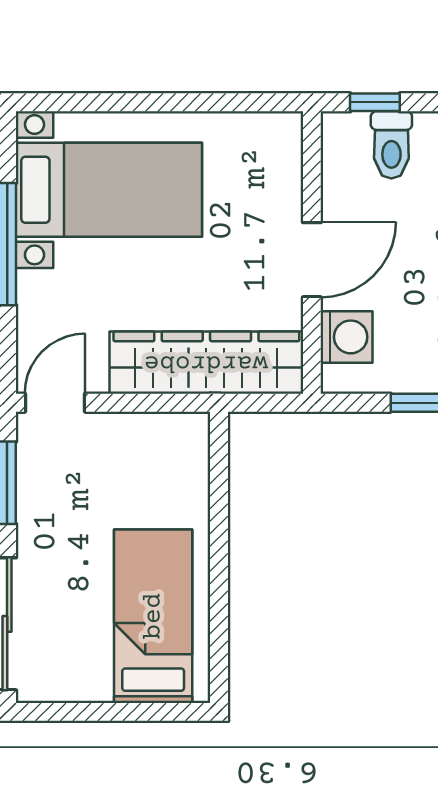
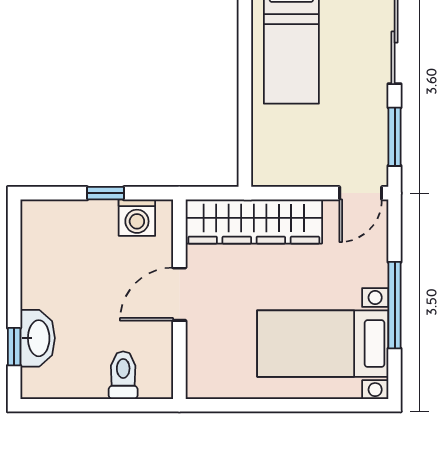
window: (375, 102) -> (135, 405), removed
washing machine: (347, 337) -> (137, 218), moved, turned -90

